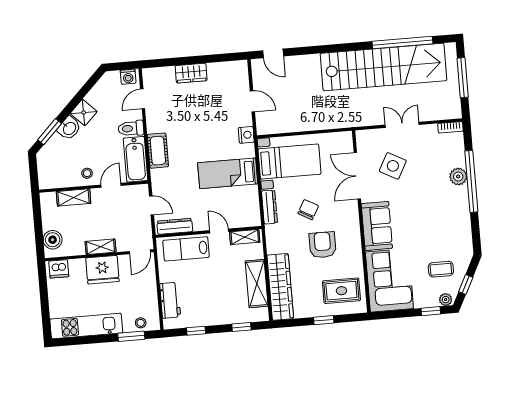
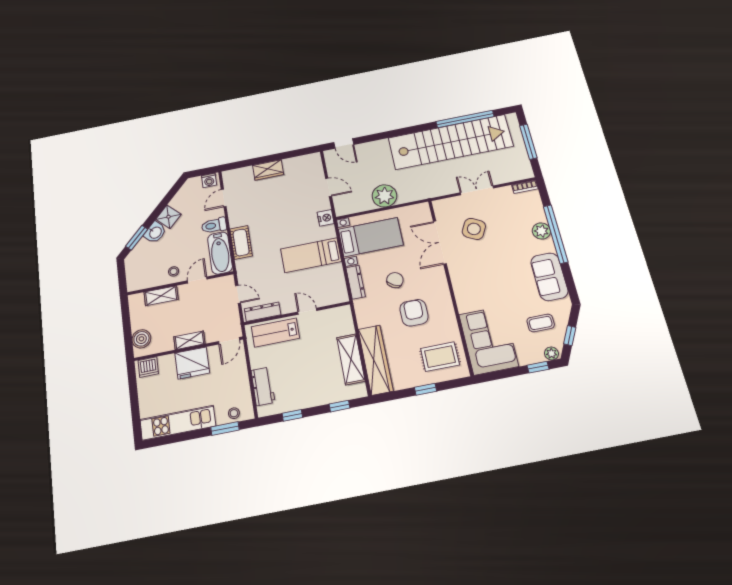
plant: (309, 119) -> (384, 196), added
sofa: (377, 226) -> (549, 277), moved, turned 180
shelving: (245, 237) -> (334, 314), removed

